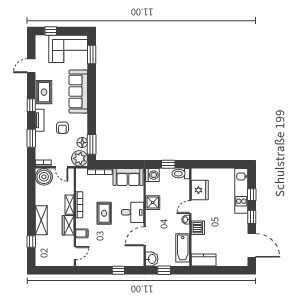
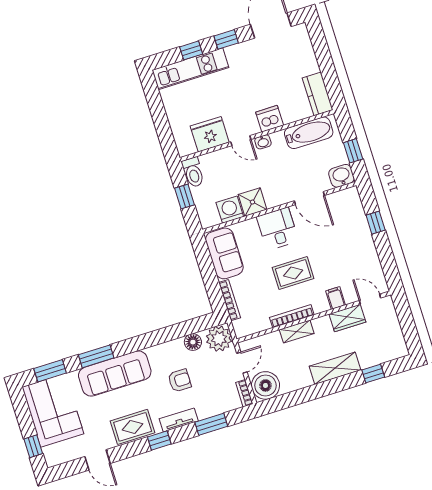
window: (92, 144) -> (96, 356), moved
washing machine: (152, 175) -> (230, 210), moved
wardrobe: (68, 225) -> (347, 318), moved

